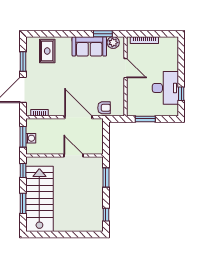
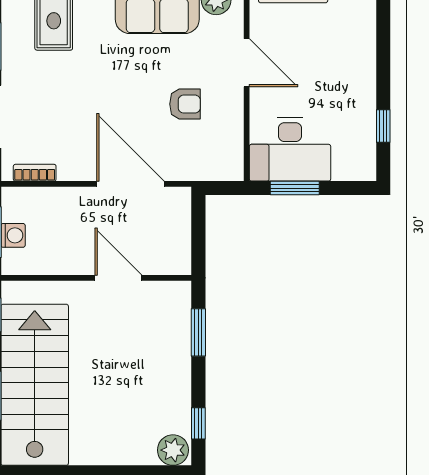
desk: (165, 88) -> (290, 149), moved, turned 90
armchair: (104, 108) -> (185, 104), moved
plant: (96, 225) -> (173, 450), added

